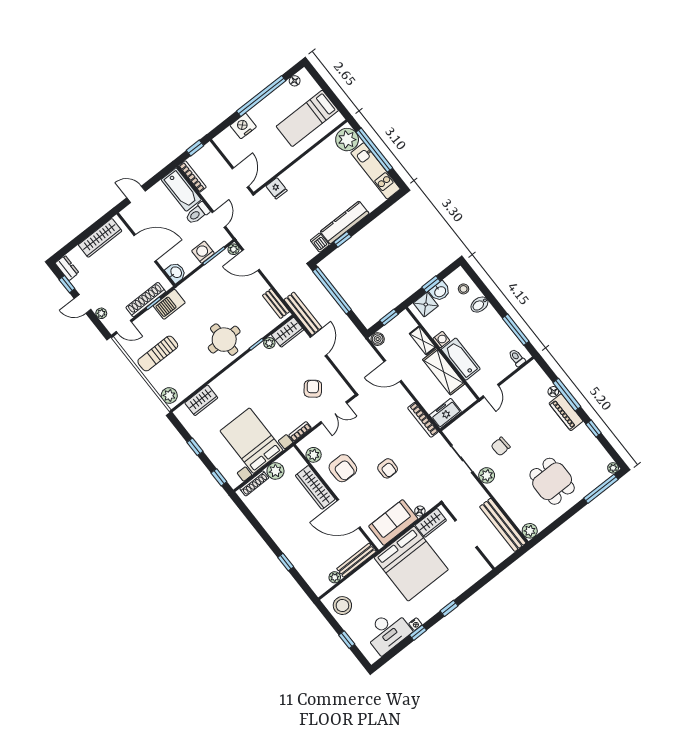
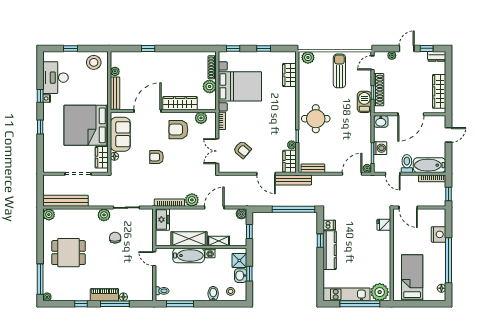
plant: (403, 399) -> (192, 200), added

